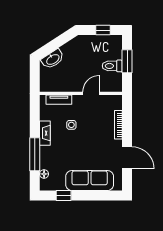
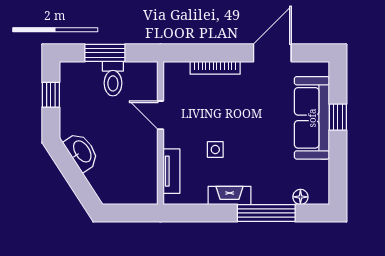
washbasin: (53, 59) -> (82, 152), moved
window: (64, 196) -> (338, 117), moved

